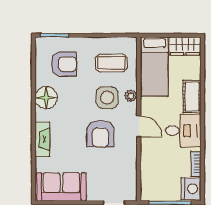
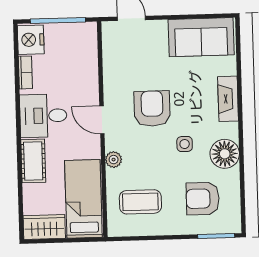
side table: (107, 98) -> (185, 144), moved, width x0.54, depth x0.54

